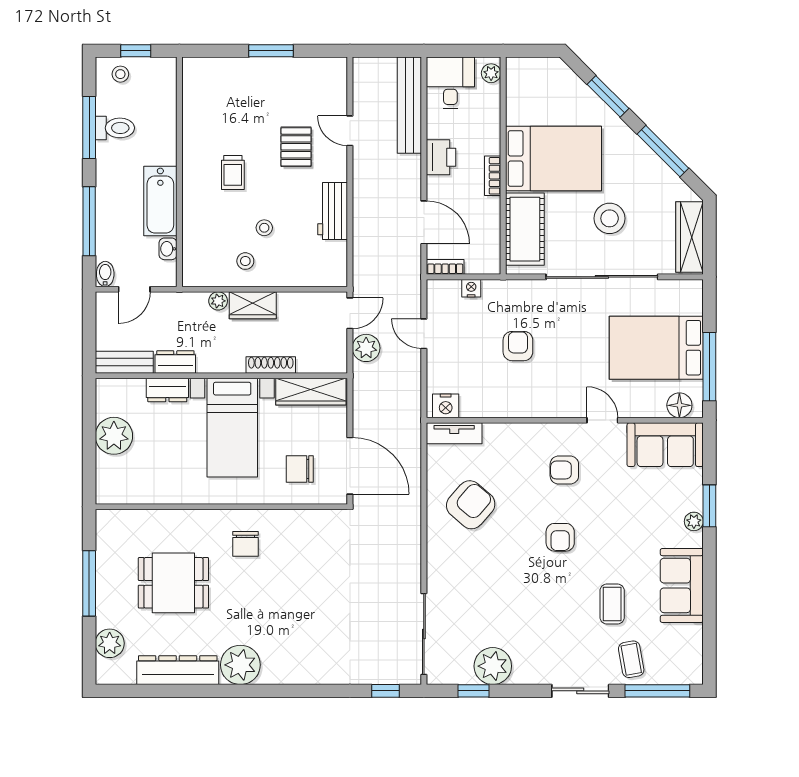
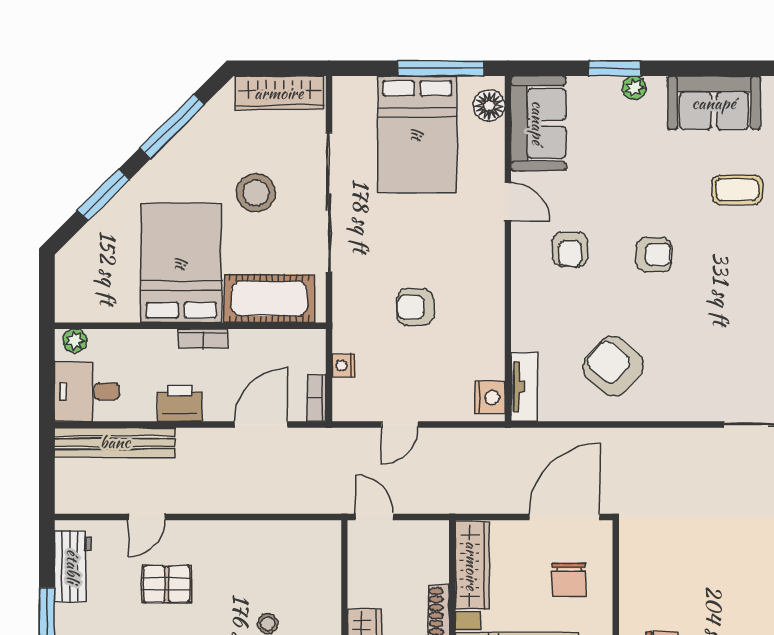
workbench: (333, 211) -> (73, 566), moved, turned -90
plant: (366, 348) -> (418, 497), removed
door: (602, 420) -> (508, 202), swing flipped

